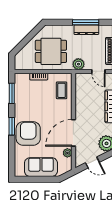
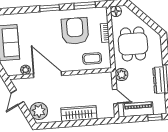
floor lamp: (19, 65) -> (116, 11), added
door: (98, 71) -> (115, 96), swing flipped
armchair: (28, 134) -> (75, 31), moved, turned -90

